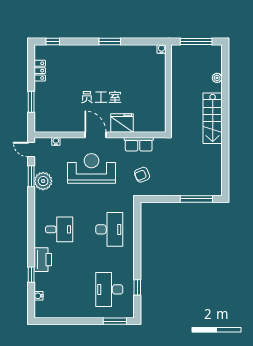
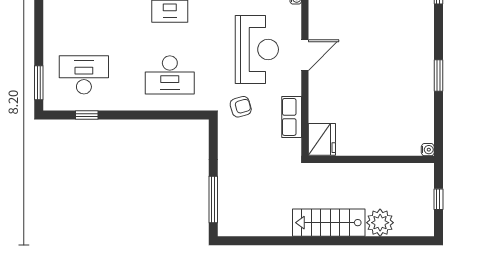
window: (196, 41) -> (438, 199), width x0.46
plant: (217, 78) -> (380, 223), width x1.87, depth x1.87
fridge: (122, 123) -> (322, 139), moved
armchair: (142, 175) -> (241, 107), moved, turned 97

